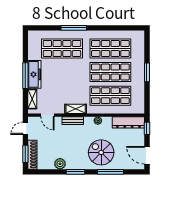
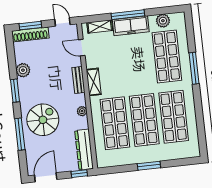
plant: (33, 48) -> (163, 21), added
door: (47, 115) -> (82, 48), hinge flipped

